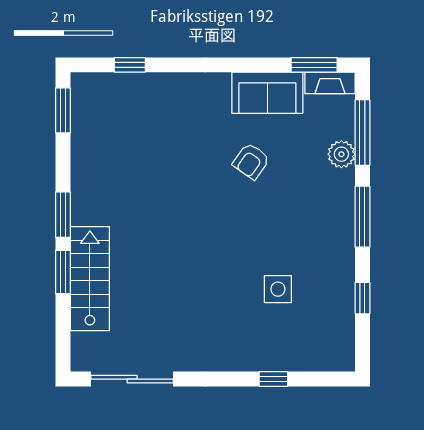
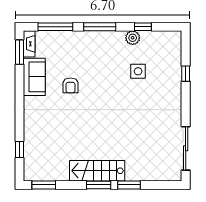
plant: (341, 154) -> (133, 38), moved
armchair: (251, 161) -> (71, 85), turned 55
stairs: (90, 279) -> (97, 171), moved

